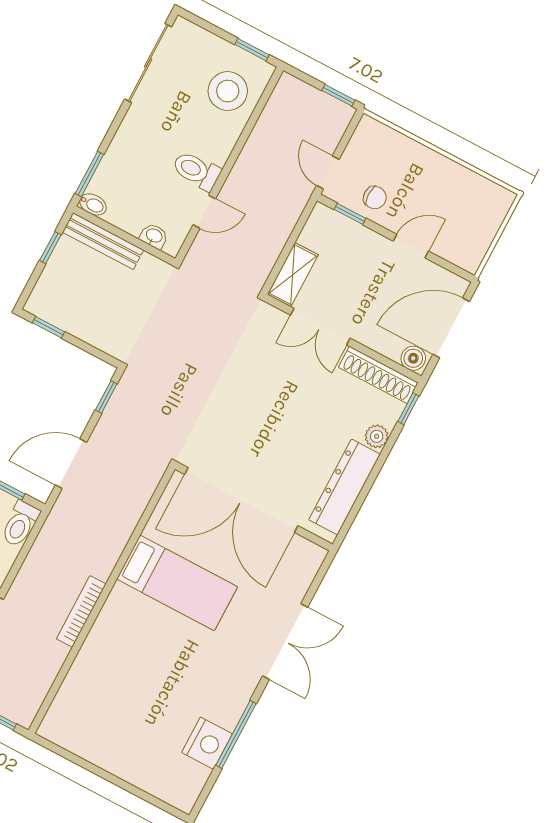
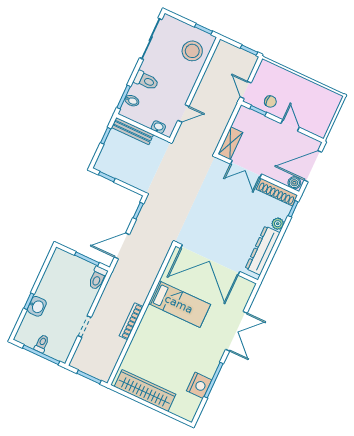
toilet: (196, 171) -> (146, 81), moved, turned 180
bidet: (93, 204) -> (132, 101), moved
door: (411, 246) -> (290, 125), hinge flipped
wardrobe: (101, 748) -> (145, 390), added

